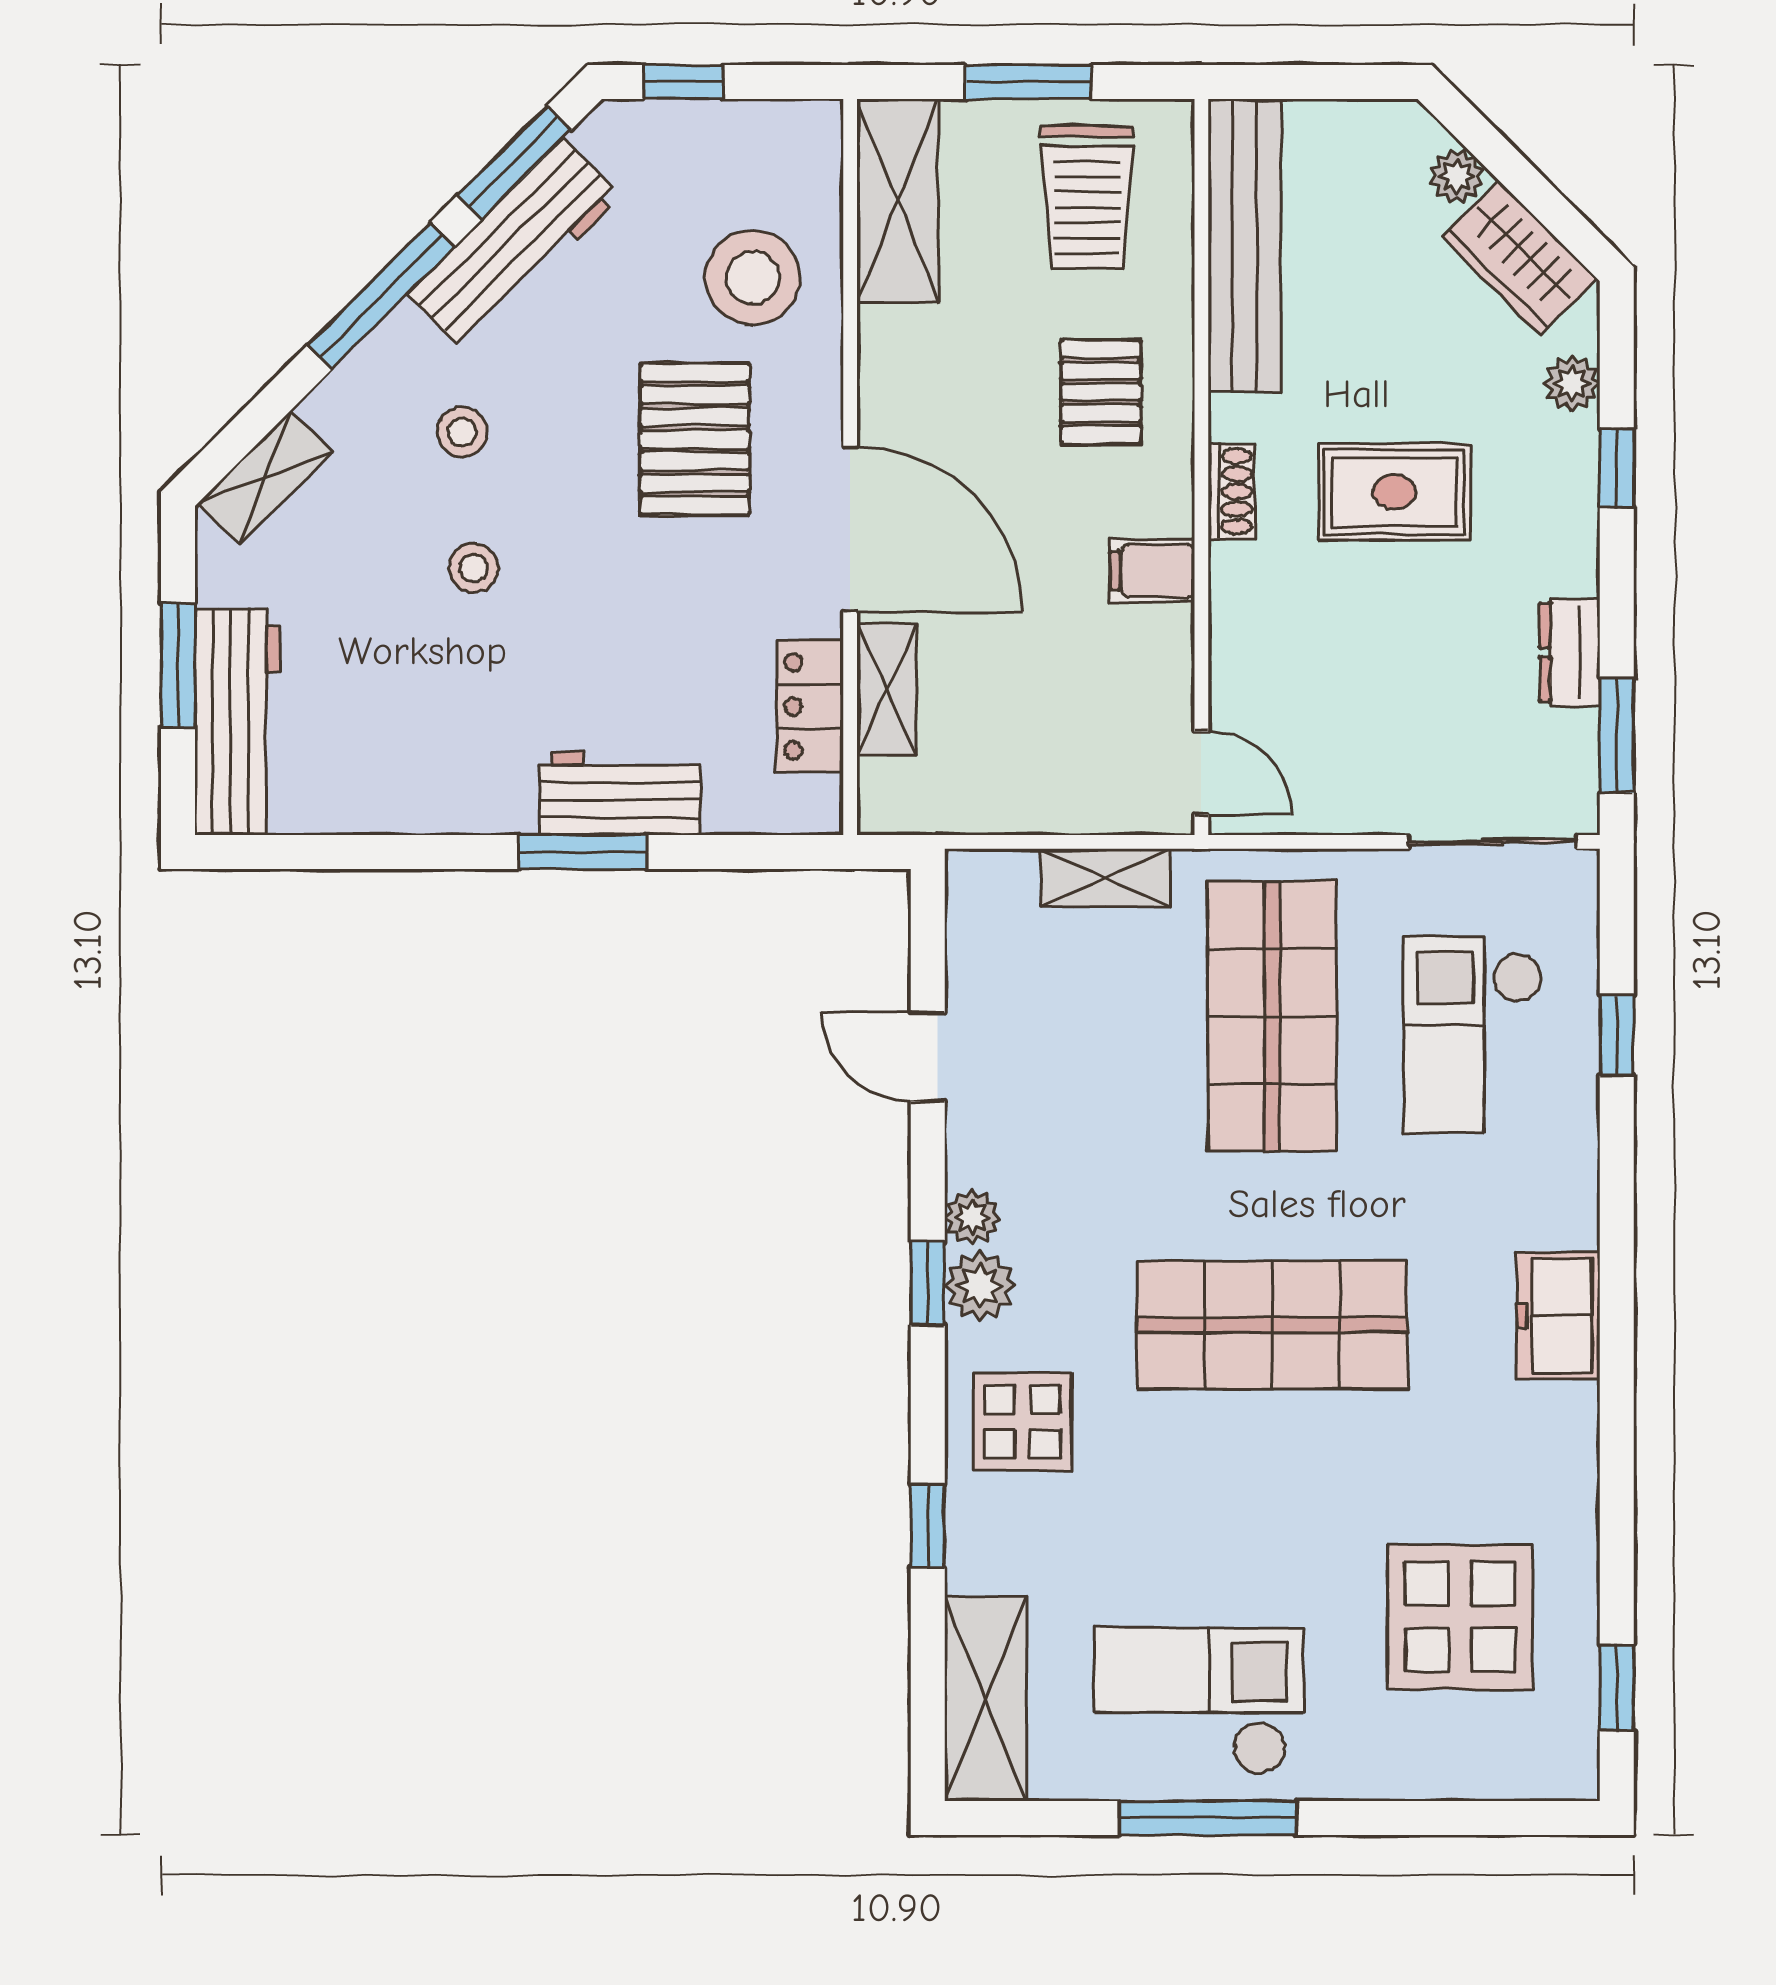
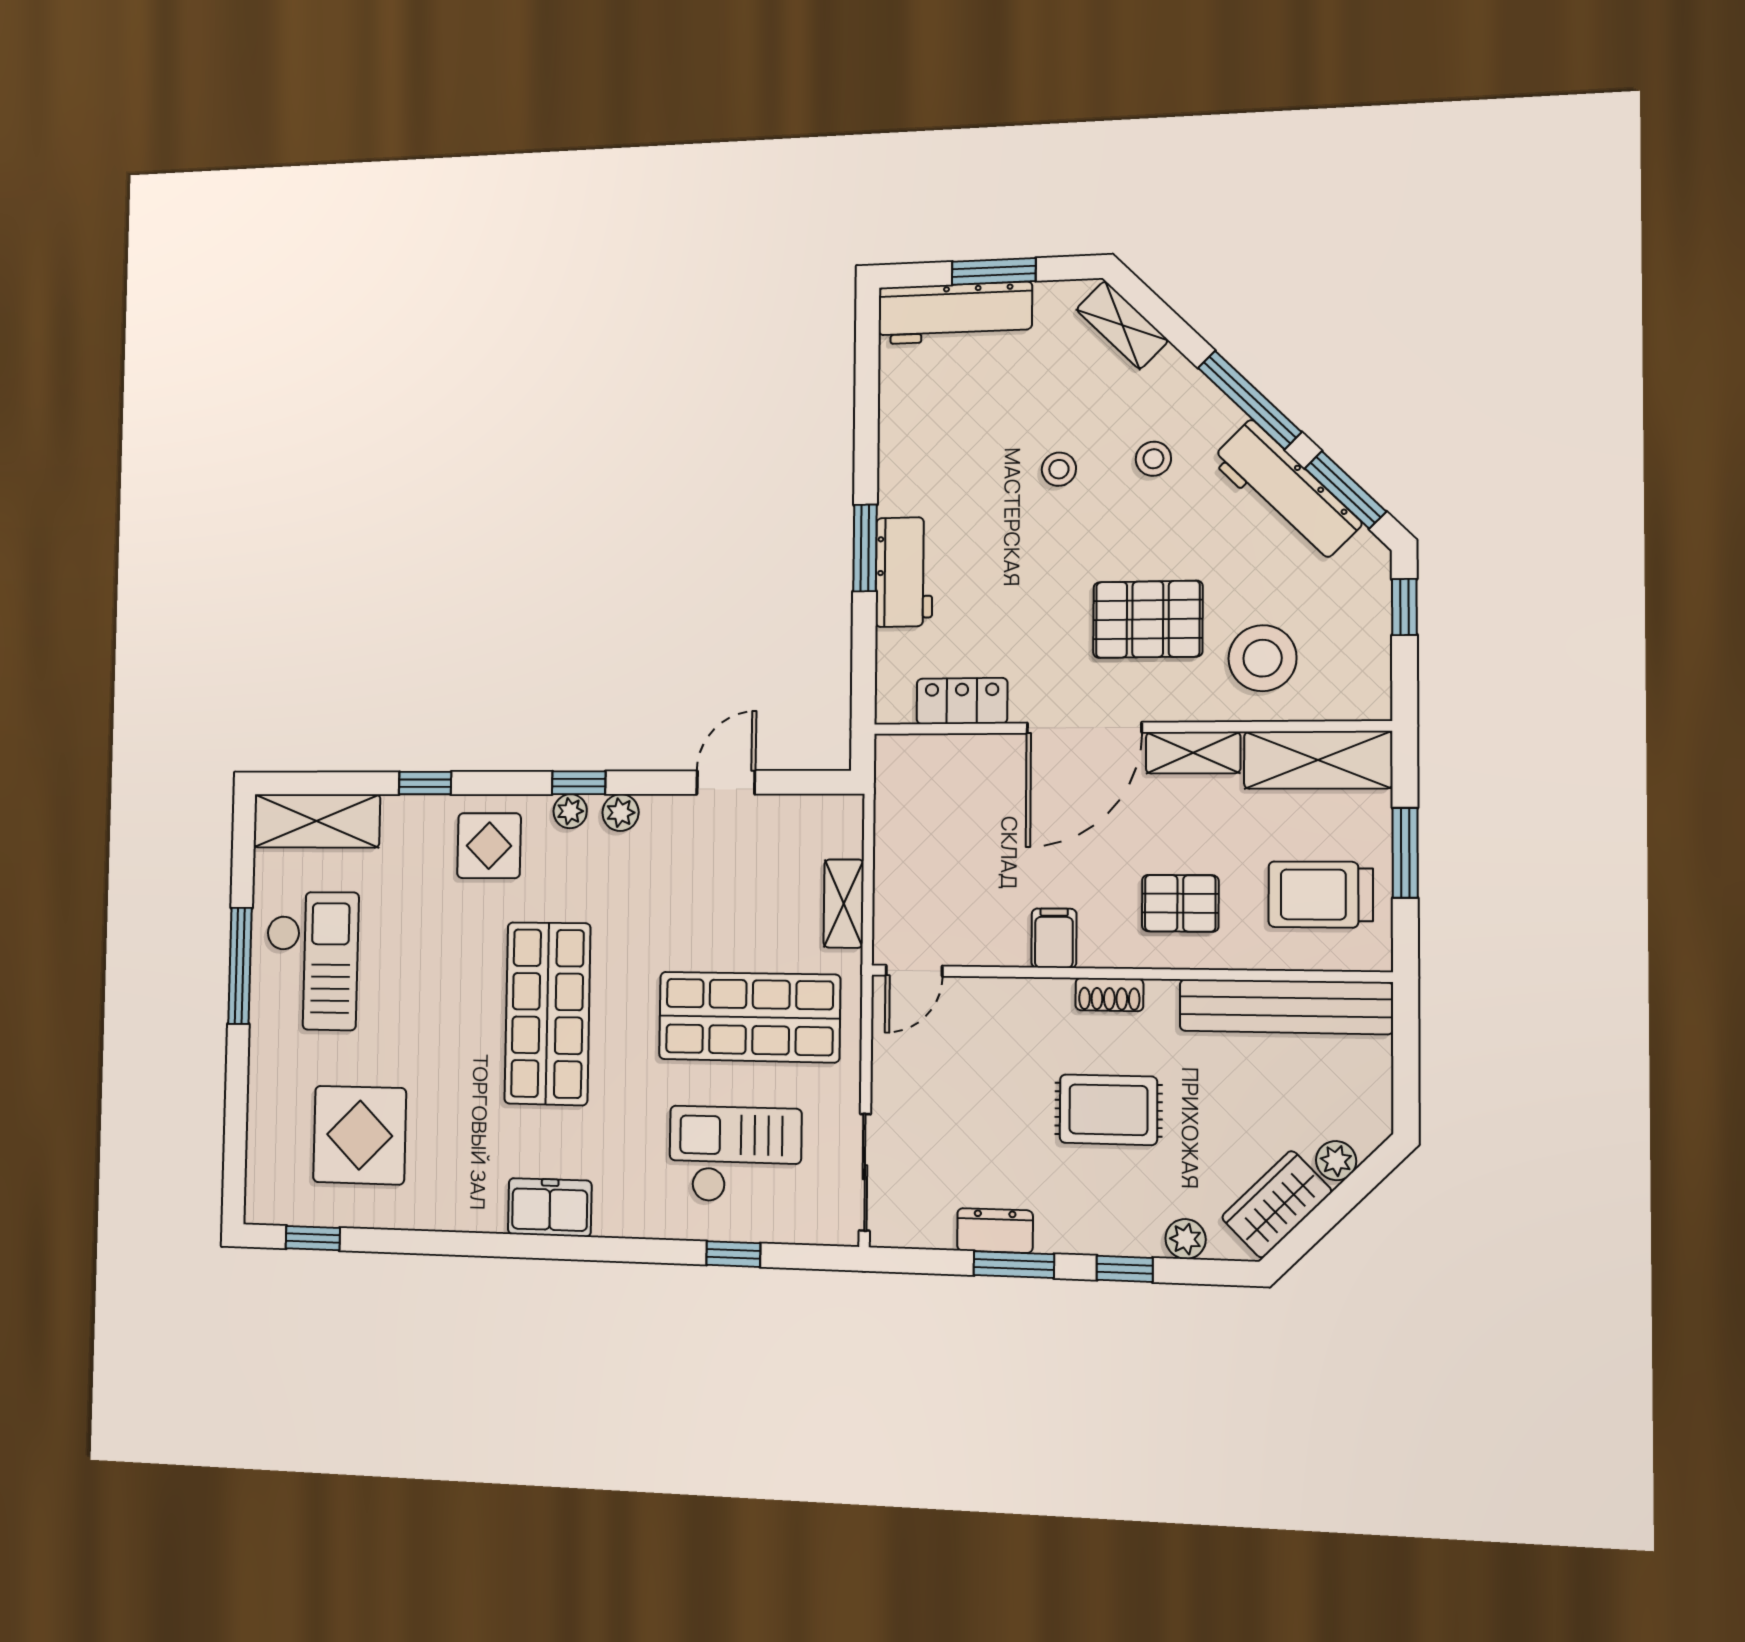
rug: (1394, 492) -> (1108, 1110), turned 90
shelving: (887, 689) -> (1193, 753), moved
window: (1617, 736) -> (1014, 1265), moved
plant: (980, 1286) -> (570, 811), width x0.73, depth x0.73

